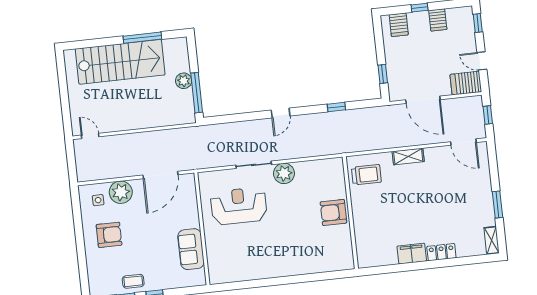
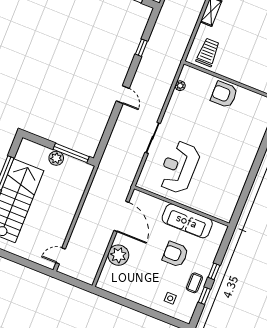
plant: (284, 173) -> (180, 86), moved, width x0.53, depth x0.53
side table: (98, 200) -> (170, 298), moved
armchair: (333, 212) -> (224, 94), turned 90
armchair: (109, 235) -> (175, 254), moved, turned -90
sofa: (191, 249) -> (187, 221), width x1.36

